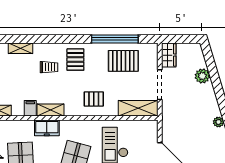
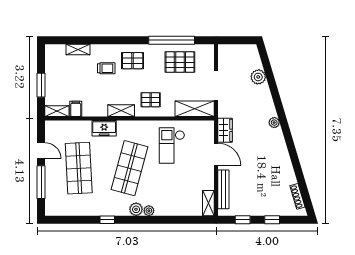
wardrobe: (169, 55) -> (225, 130), moved
pallet: (75, 60) -> (133, 61), turned 90
filing cabinet: (30, 108) -> (76, 109), moved
shelving: (51, 110) -> (121, 111), moved

